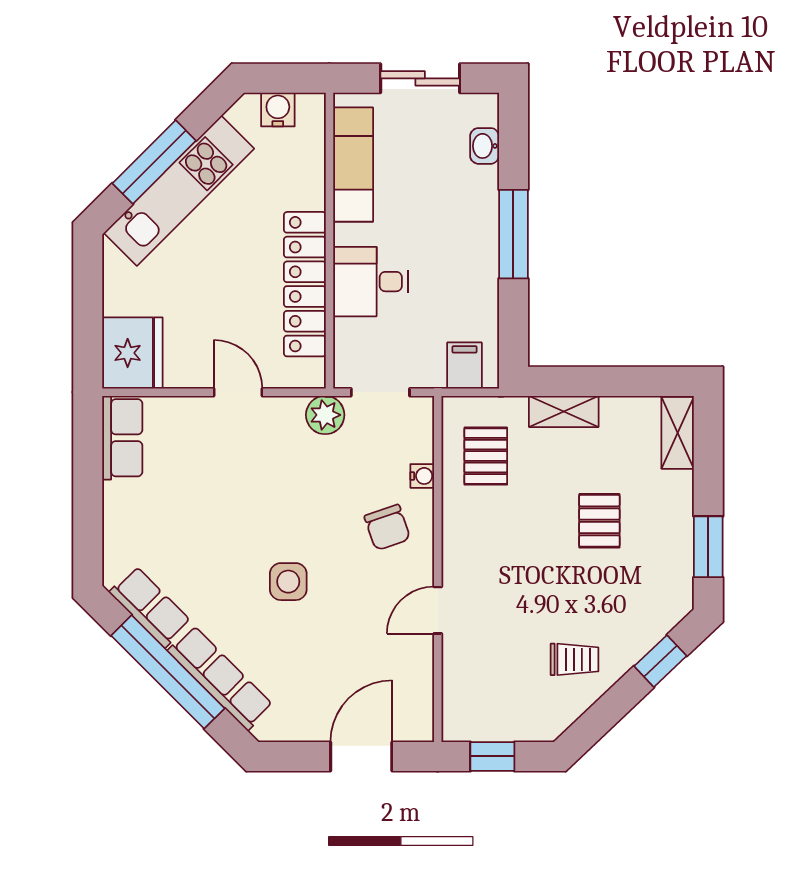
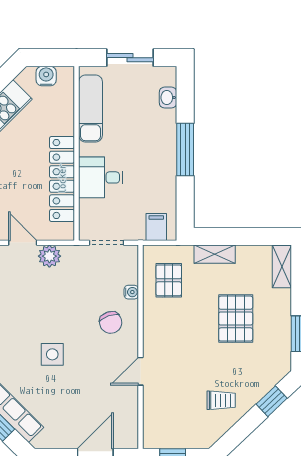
plant: (325, 415) -> (49, 256), moved
pallet: (599, 521) -> (236, 319), width x1.50, depth x1.42

